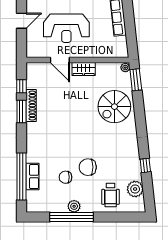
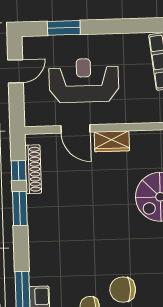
reception desk: (66, 28) -> (84, 80), turned 180
shoe rack: (31, 106) -> (33, 169), moved

